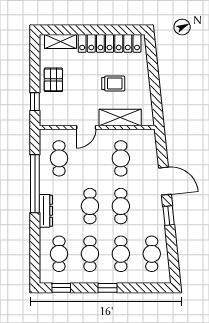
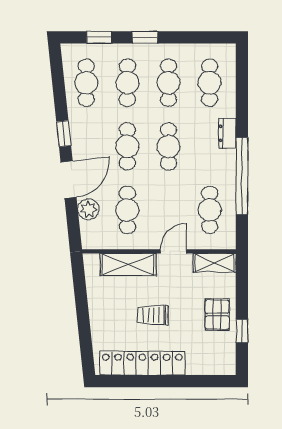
shelving: (60, 41) -> (215, 263), moved
trolley: (113, 84) -> (153, 315), moved
window: (35, 102) -> (242, 331), moved
plant: (150, 159) -> (88, 209), added
door: (165, 181) -> (69, 180), swing flipped
dresser: (46, 211) -> (227, 133), width x0.70
window: (61, 288) -> (99, 37), moved

